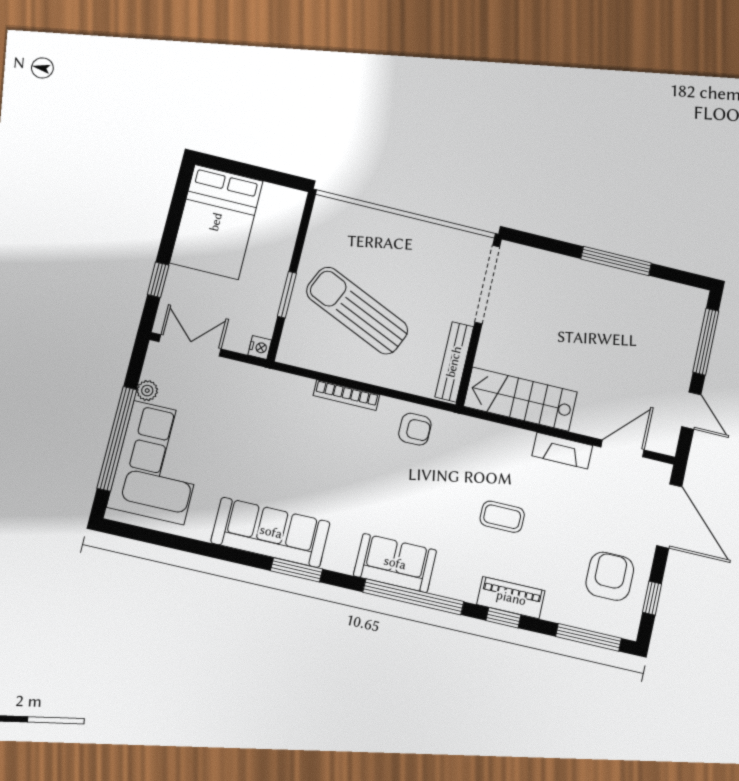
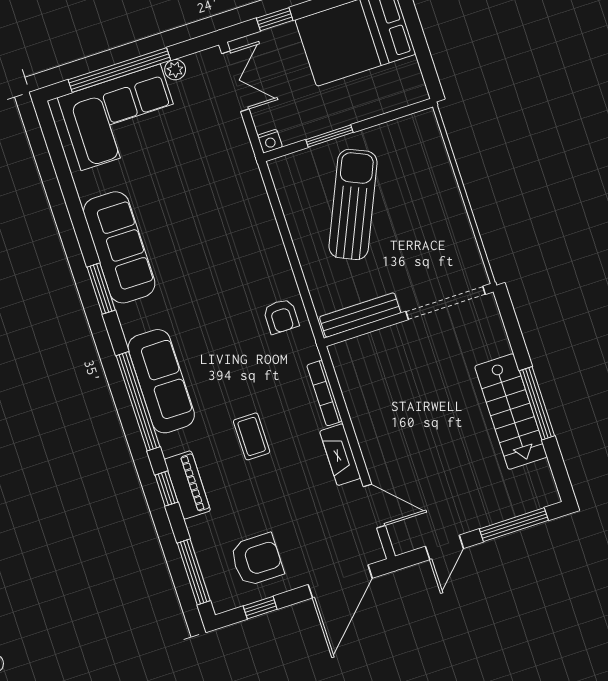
bookcase: (346, 395) -> (324, 393), moved
stairs: (520, 399) -> (511, 412), moved, turned 180
sofa: (395, 563) -> (161, 381), width x1.36

